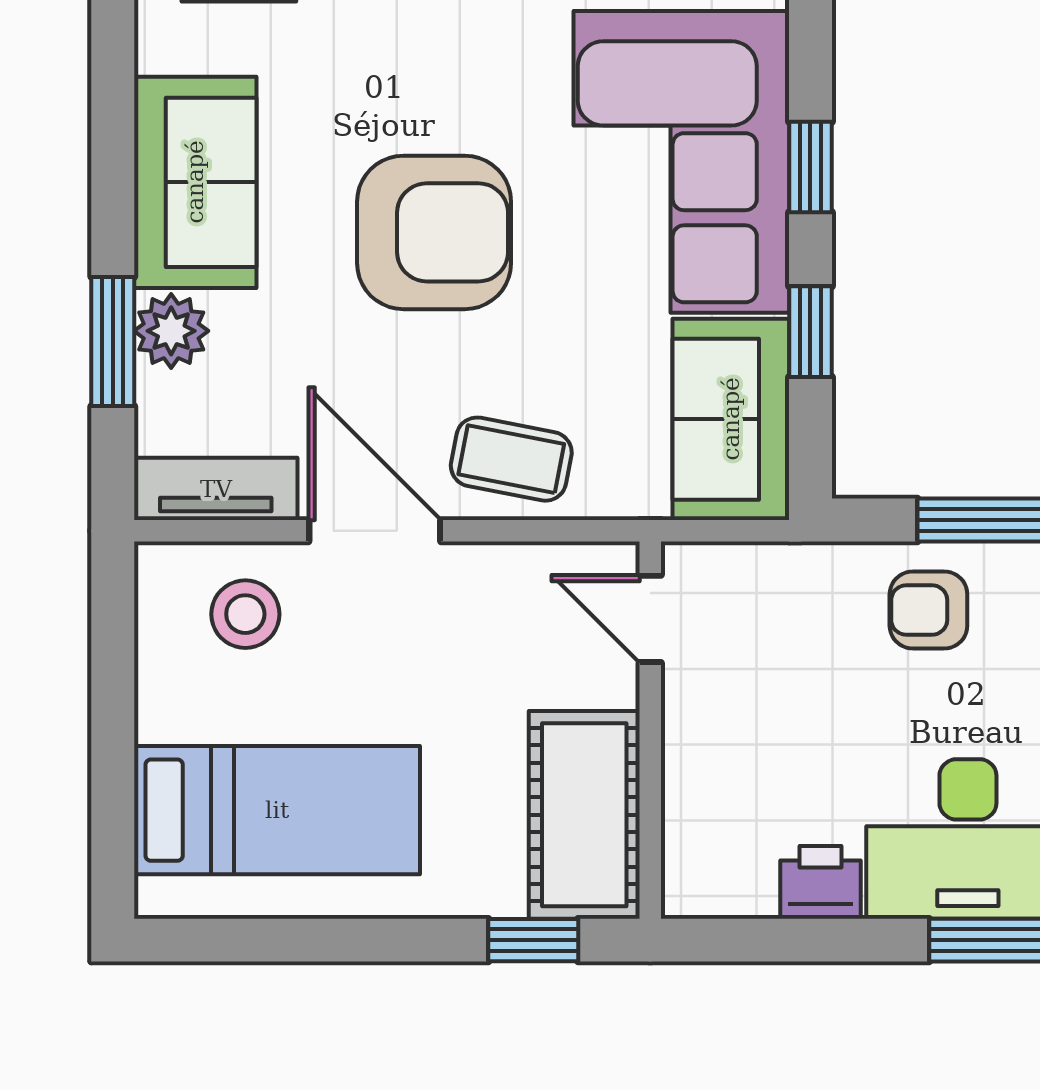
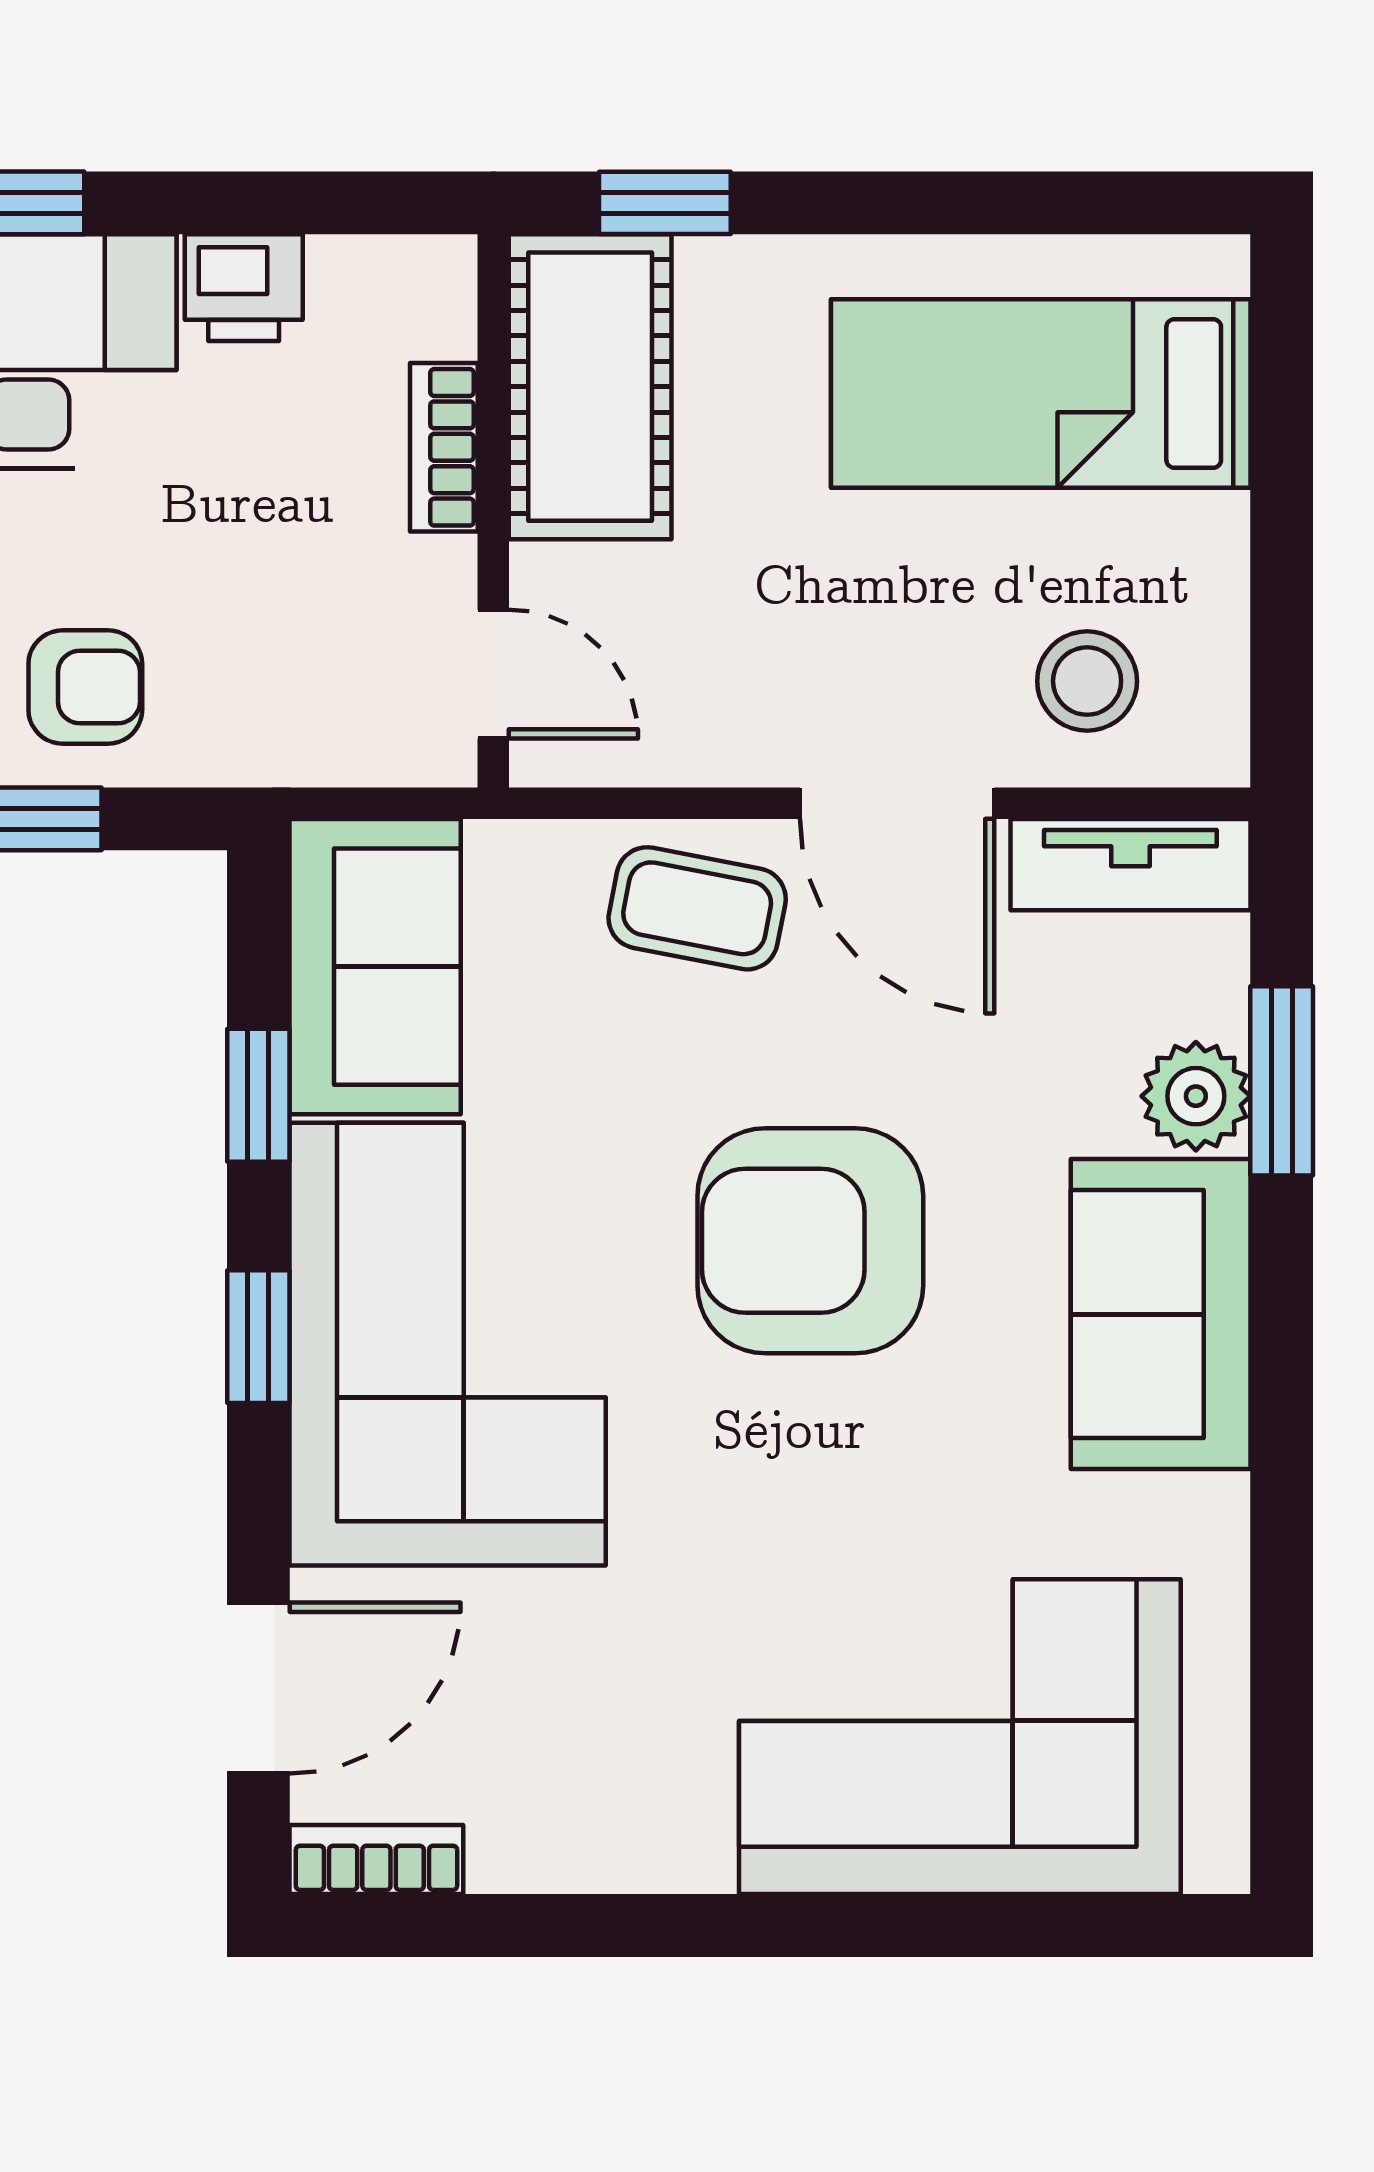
bookcase: (684, 773) -> (444, 447), added

